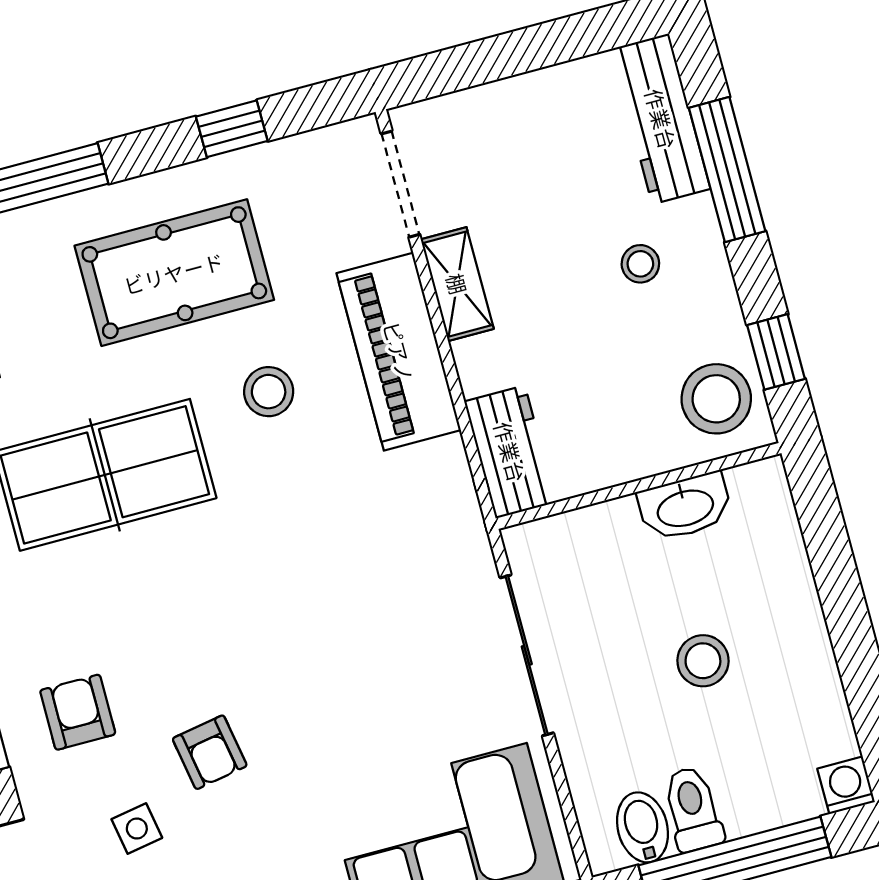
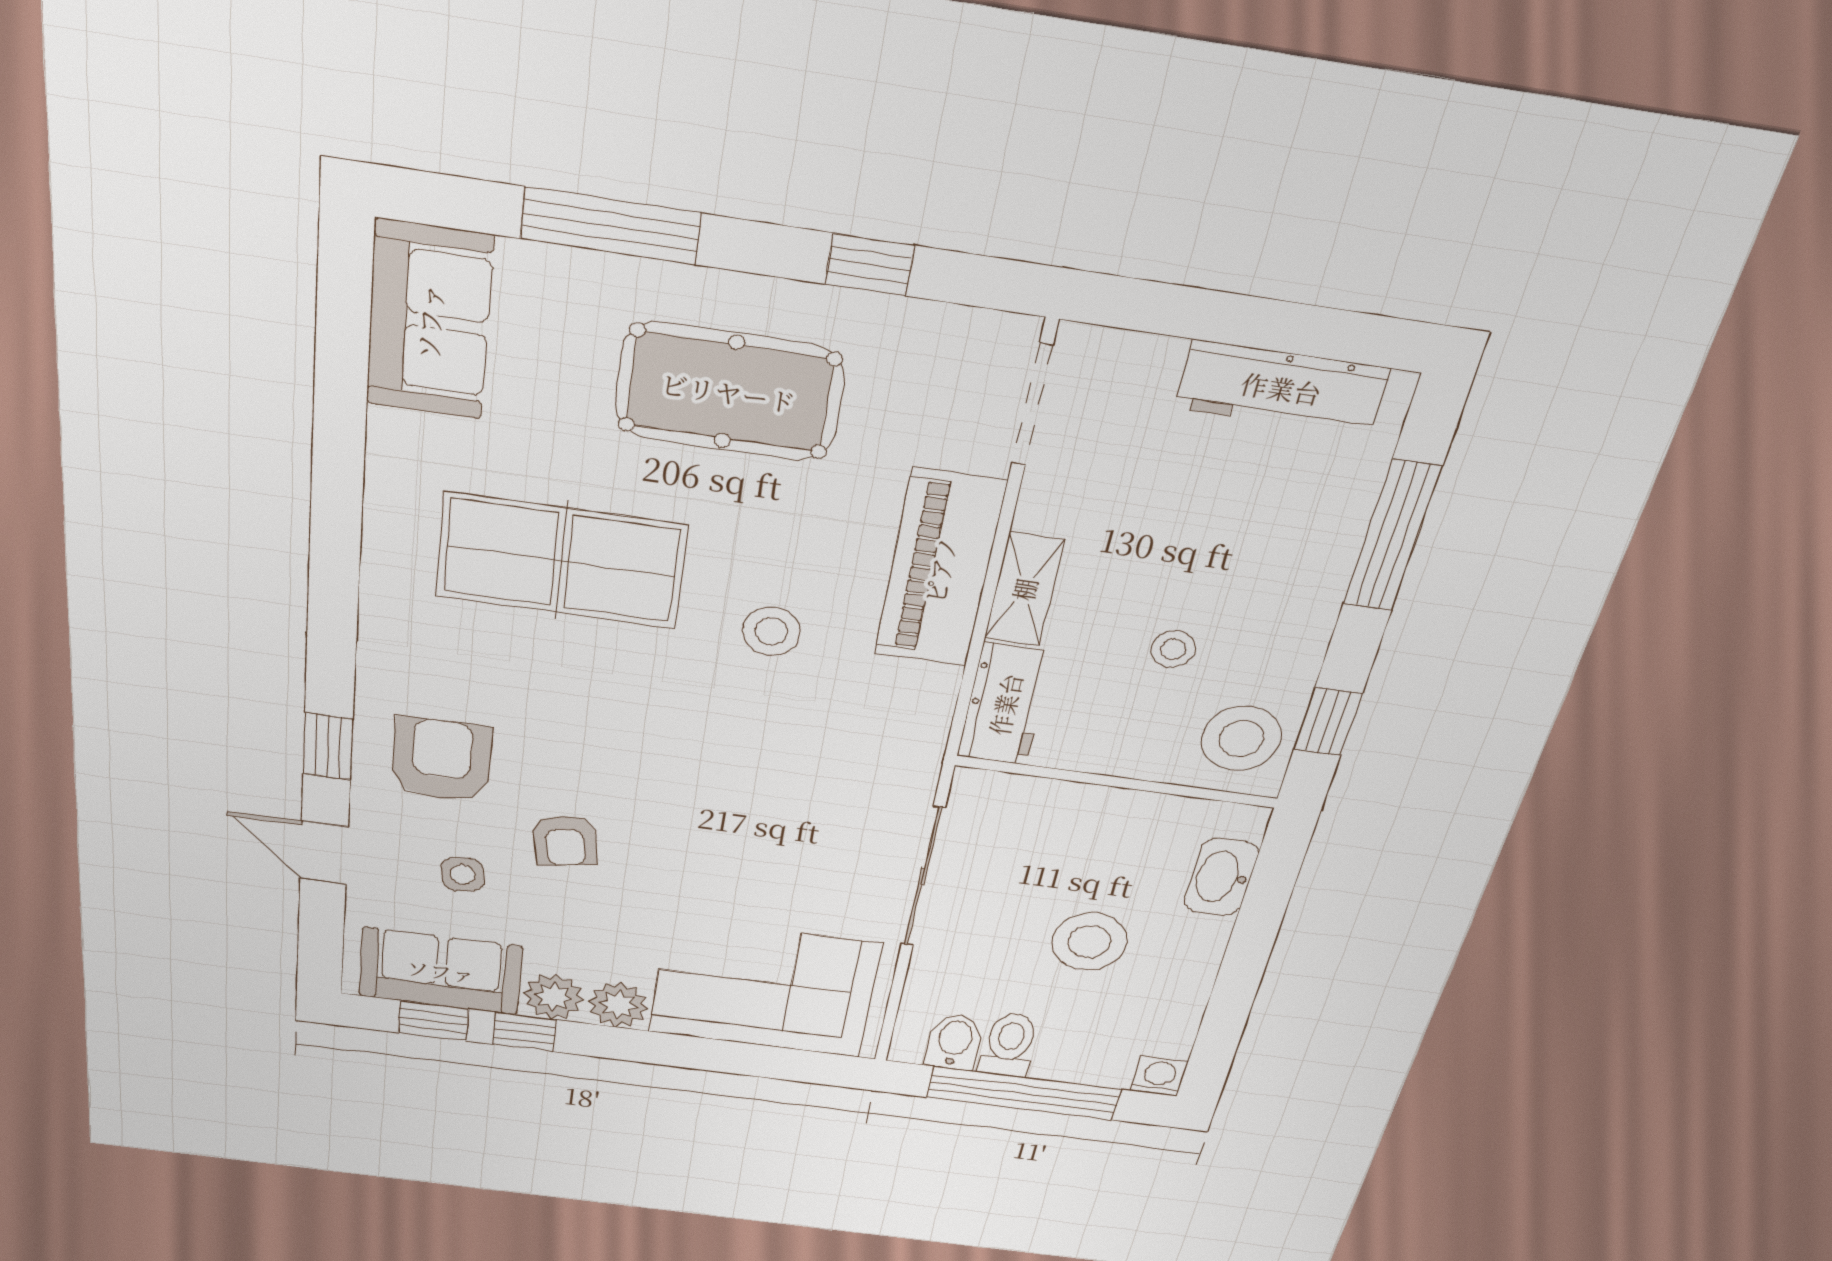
workbench: (661, 119) -> (1282, 388), moved, turned -90
stool: (640, 264) -> (1173, 649), moved
shelving: (457, 284) -> (1024, 589), moved
stool: (269, 392) -> (771, 631), moved
washbasin: (685, 507) -> (1221, 877), moved, turned 90
stool: (703, 661) -> (1089, 942), width x1.38, depth x1.38
armchair: (78, 712) -> (442, 760), width x1.38, depth x1.38

